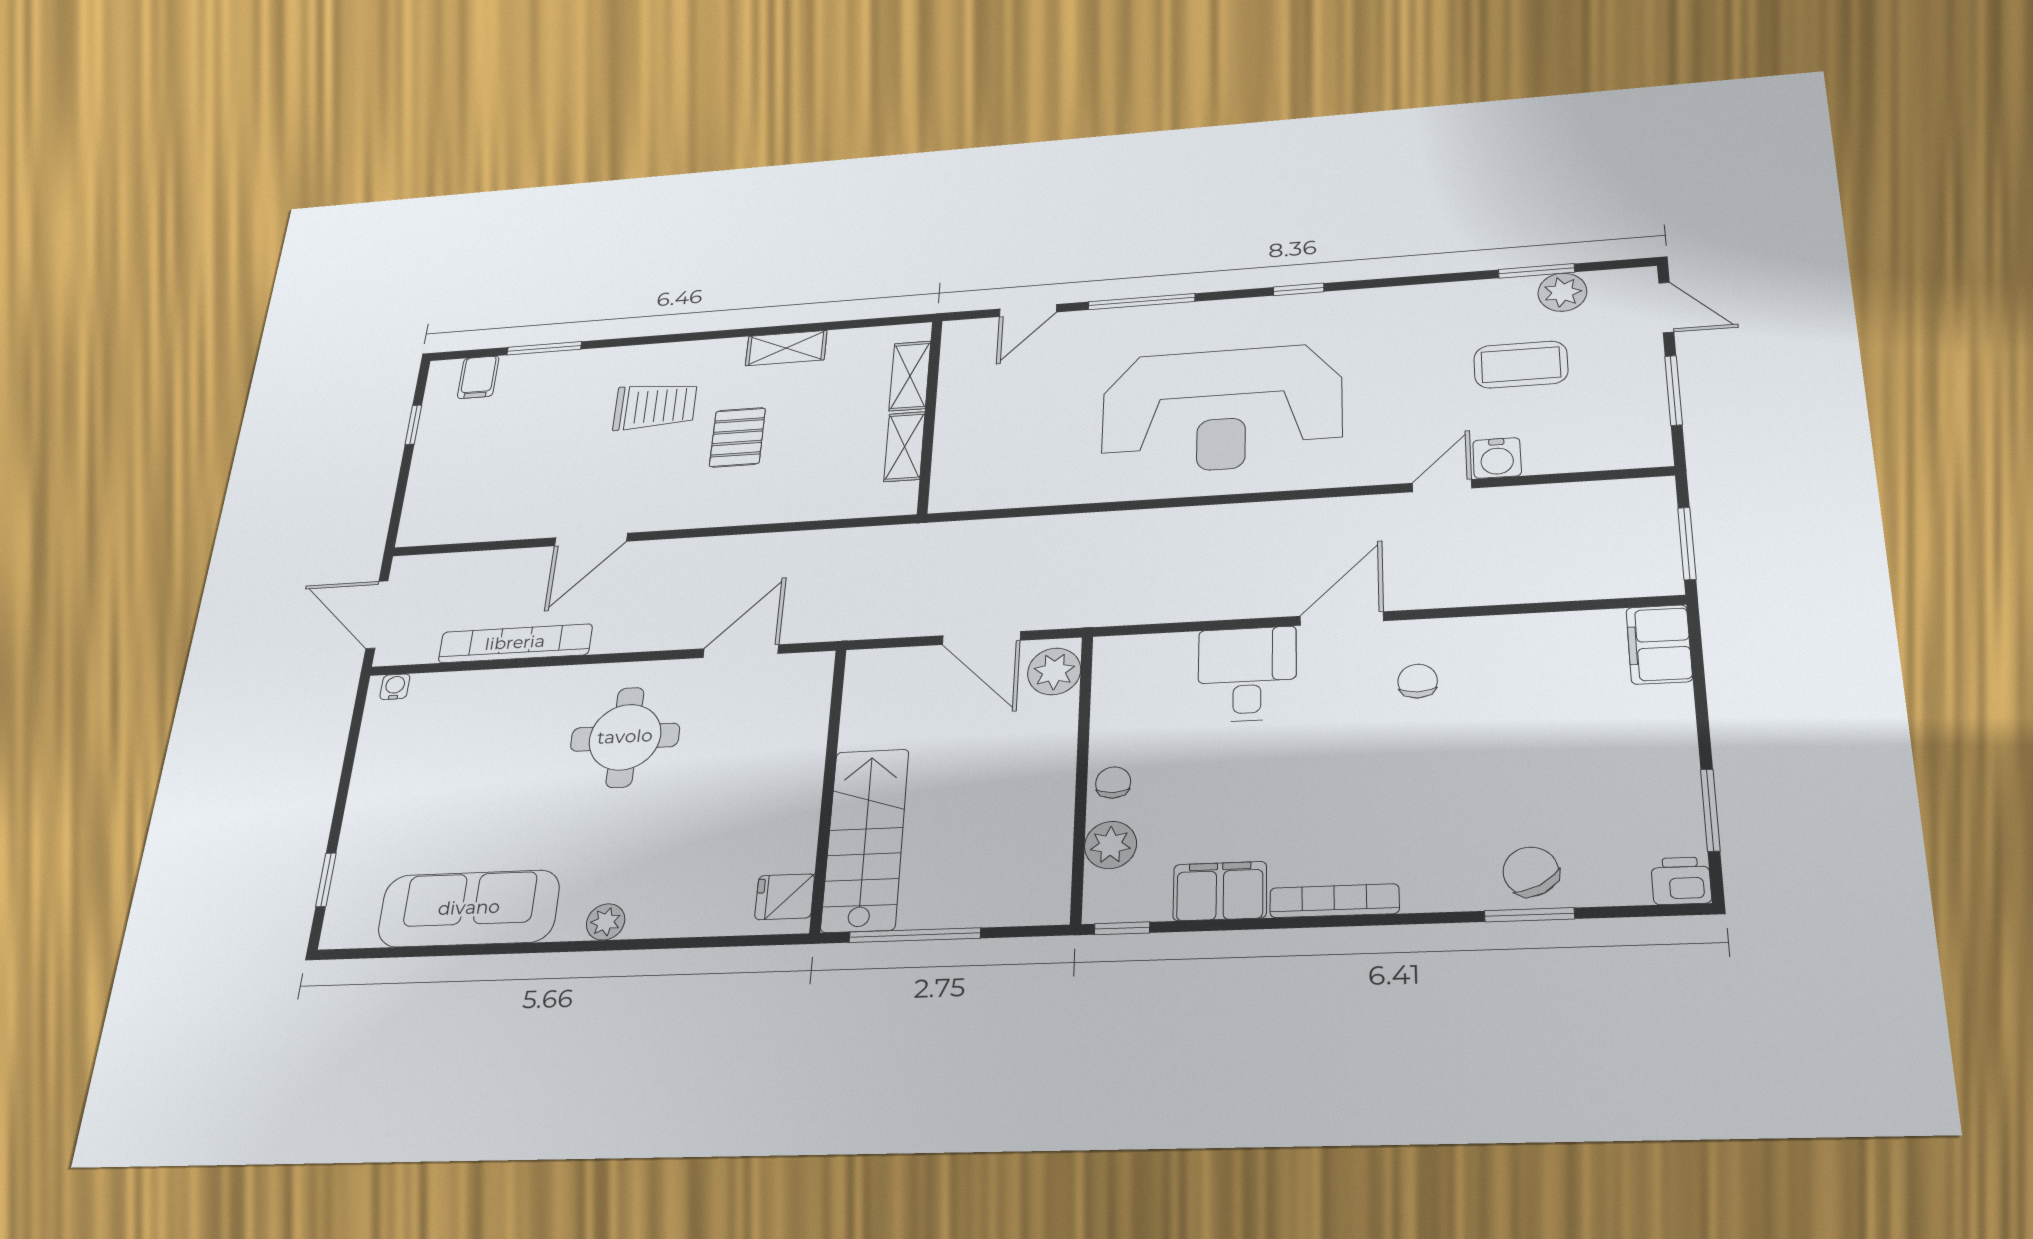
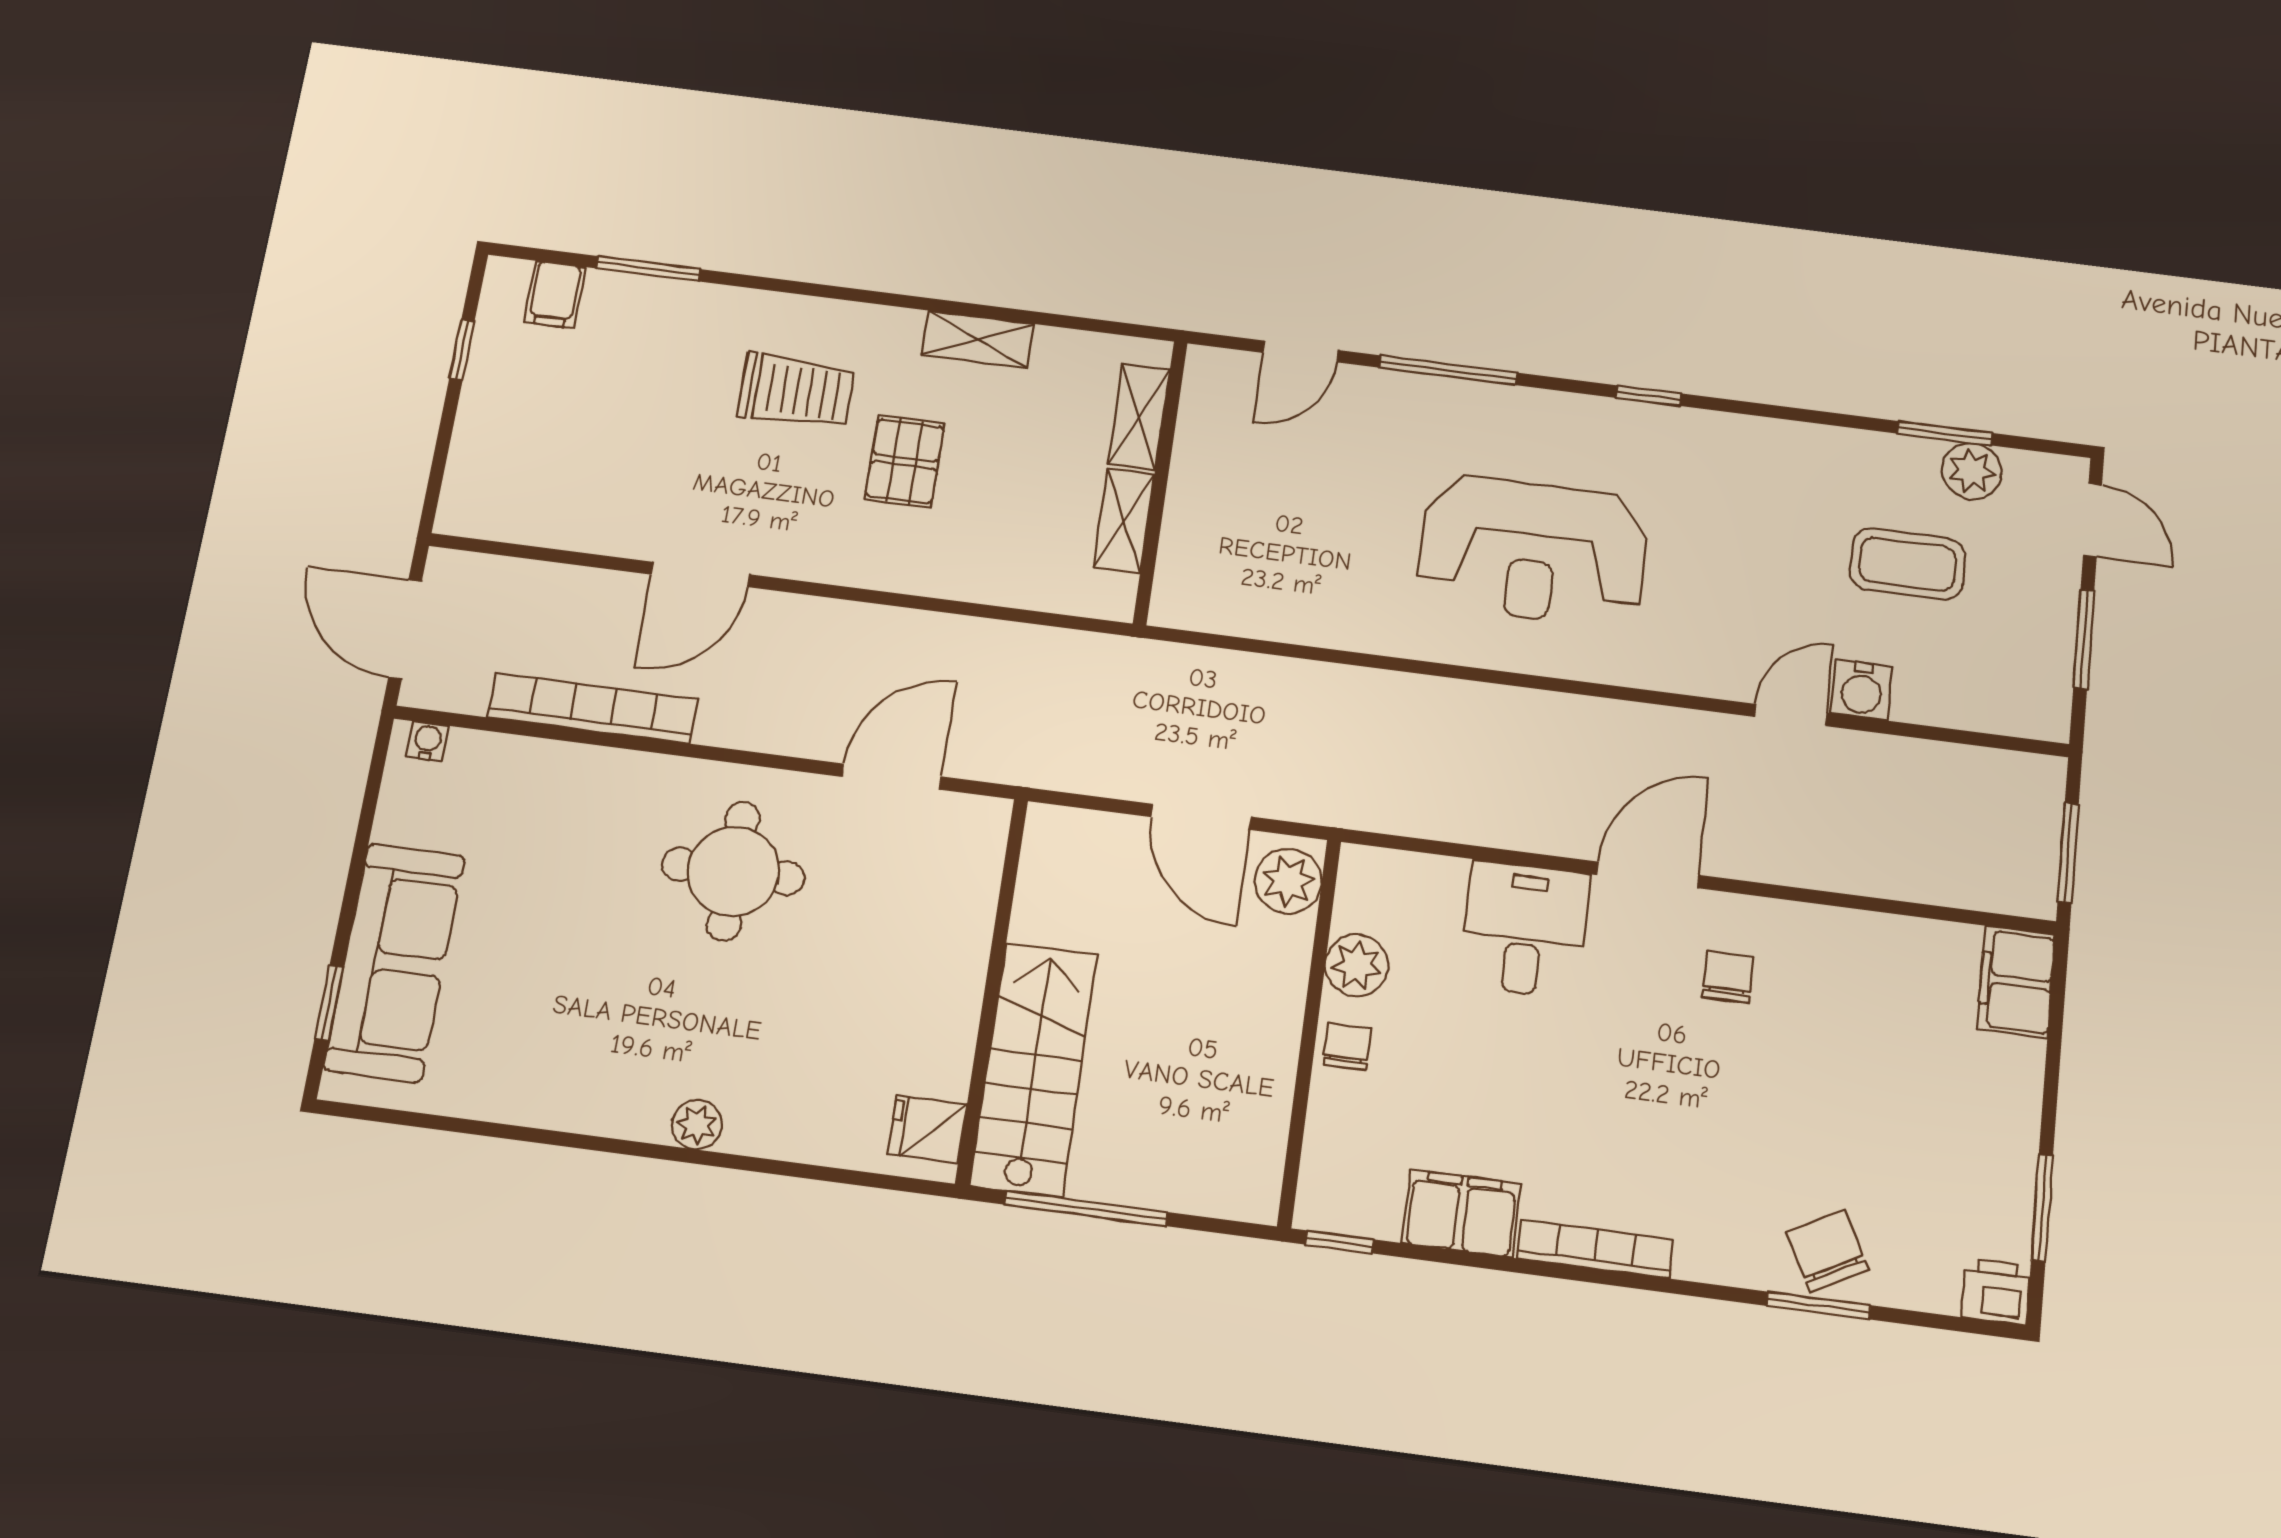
reception desk: (1221, 409) -> (1533, 551), width x0.74, depth x0.77
plant: (1110, 845) -> (1357, 965), moved
sofa: (469, 908) -> (394, 962), moved, turned 90

